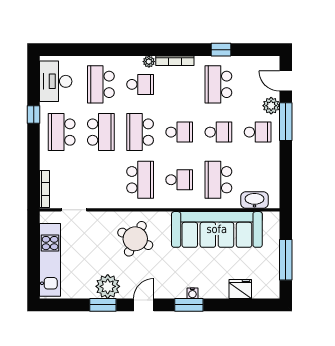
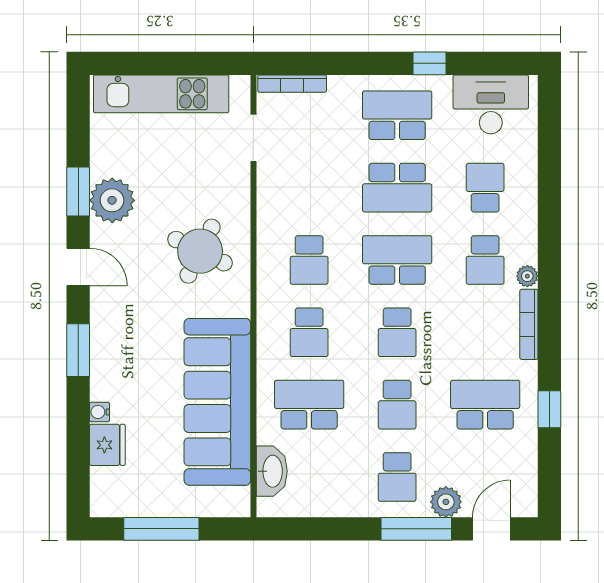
school desk: (101, 84) -> (485, 188), width x0.54
school desk: (140, 180) -> (309, 260), width x0.54
water cooler: (192, 293) -> (100, 412), moved

